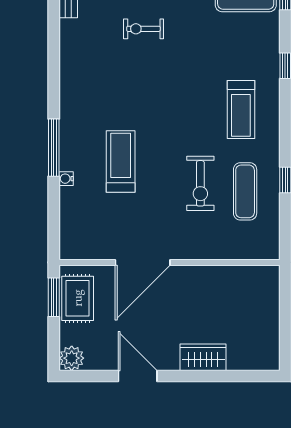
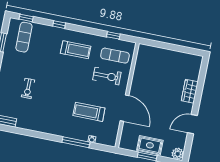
door: (143, 262) -> (125, 108), moved
wall: (170, 262) -> (127, 95), moved

